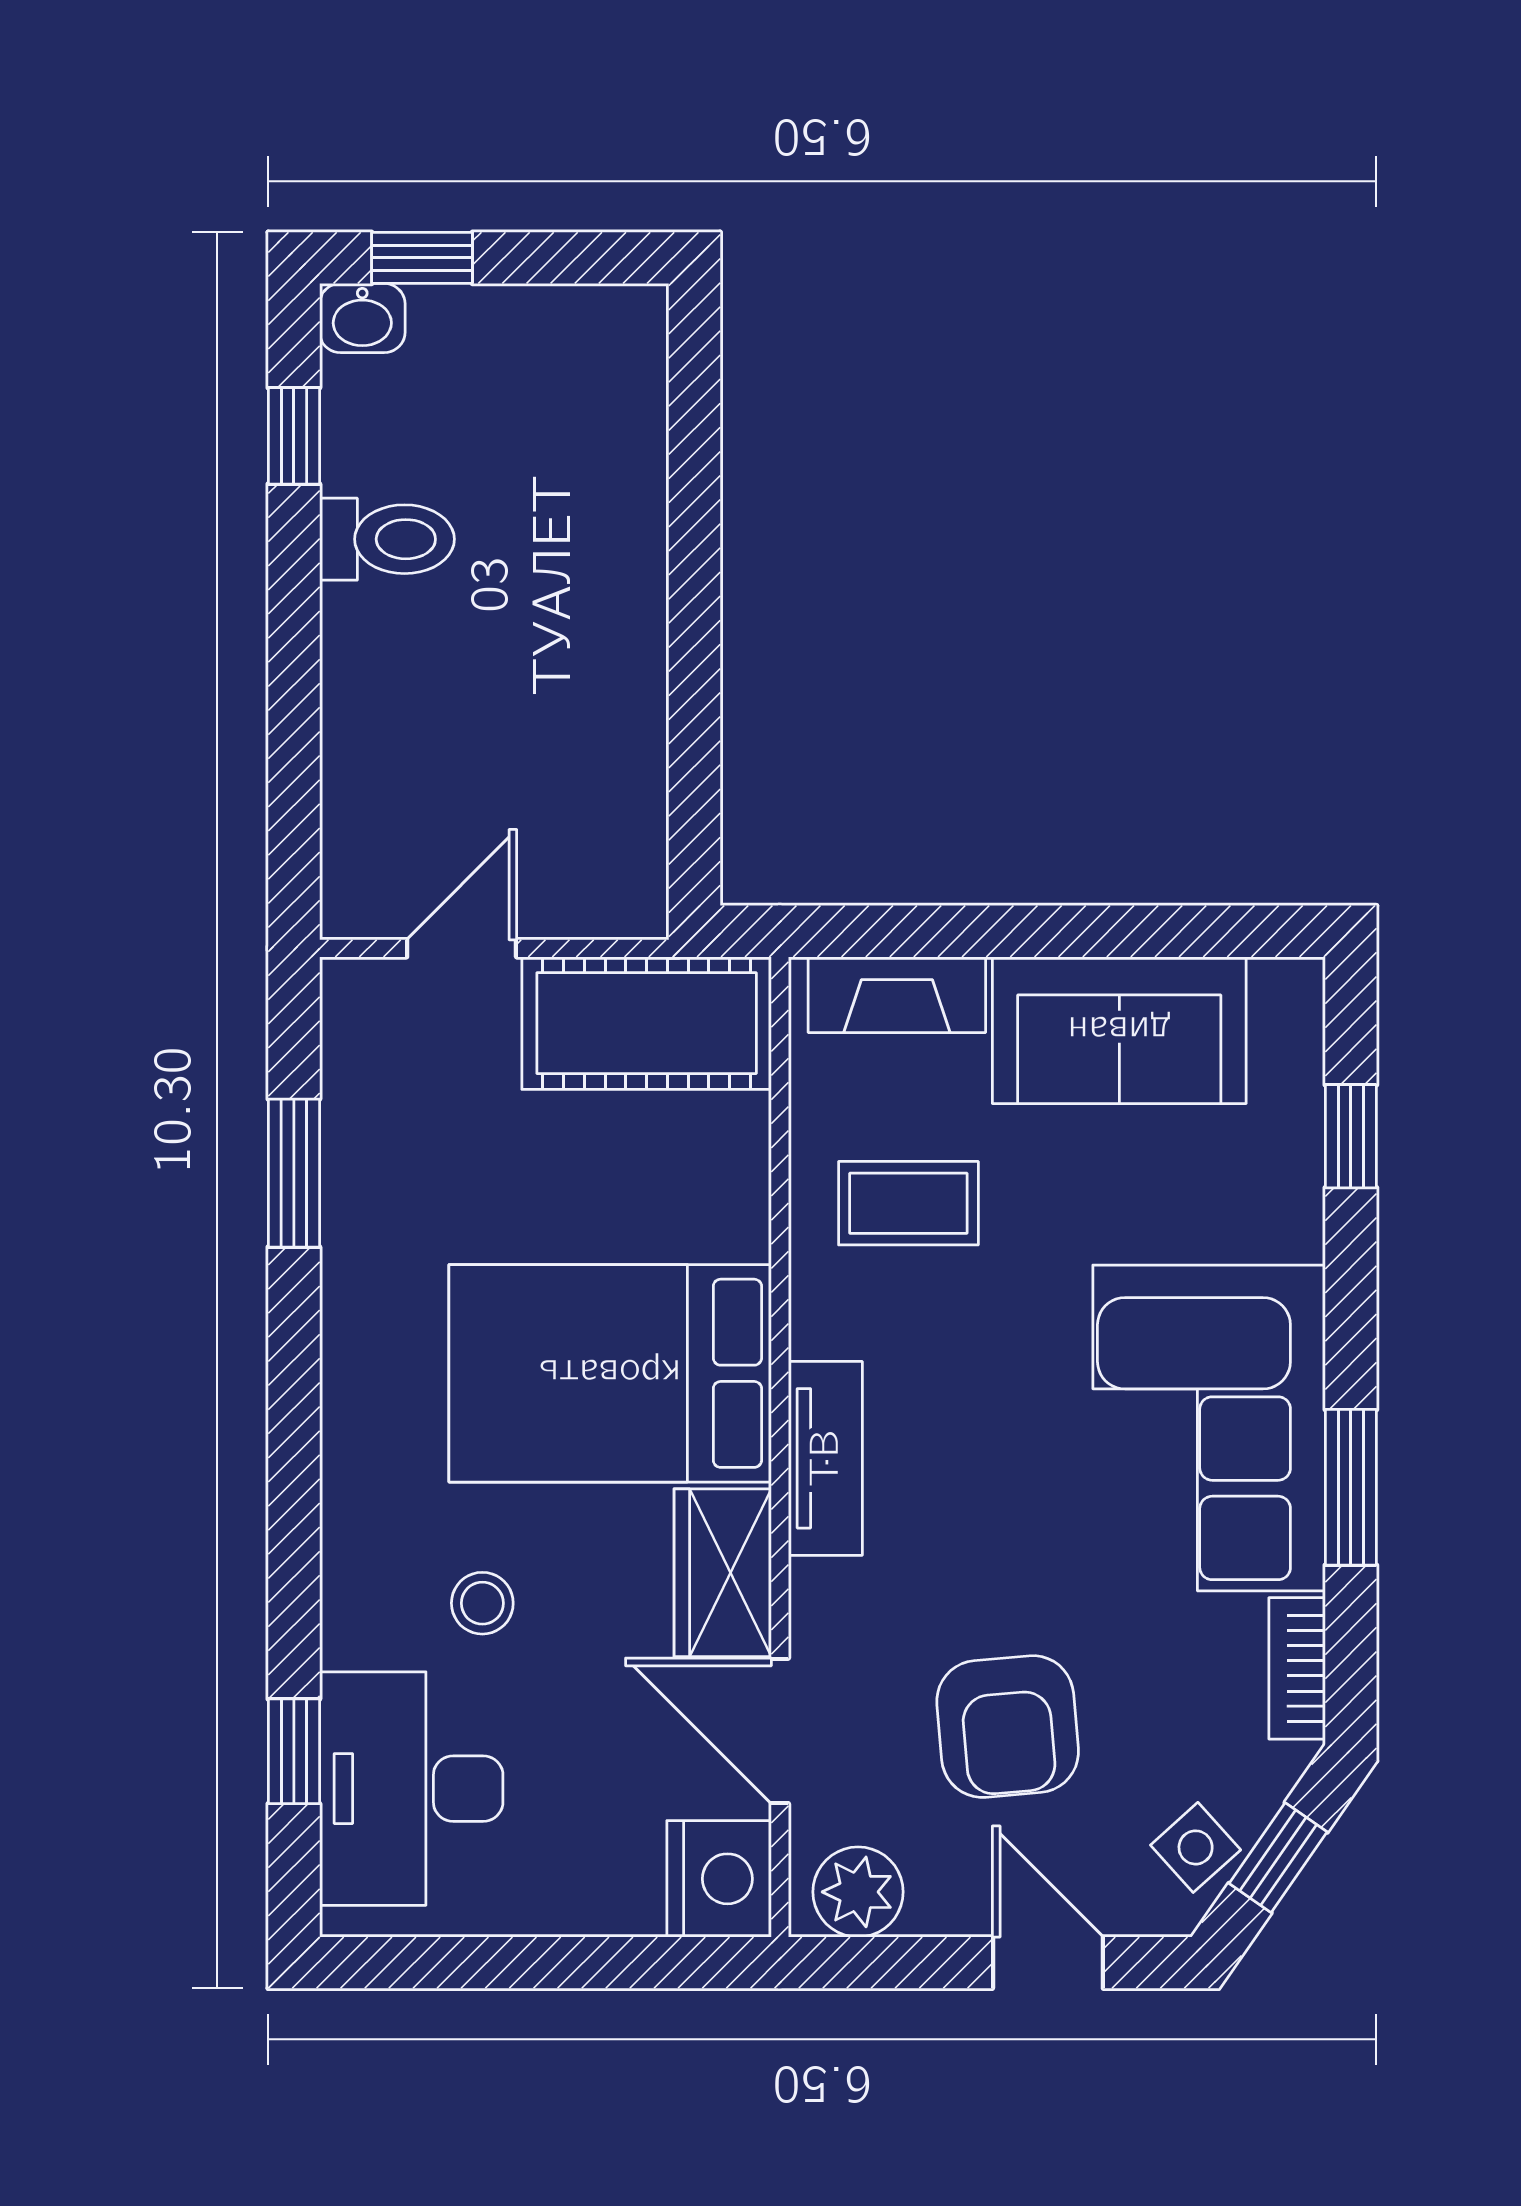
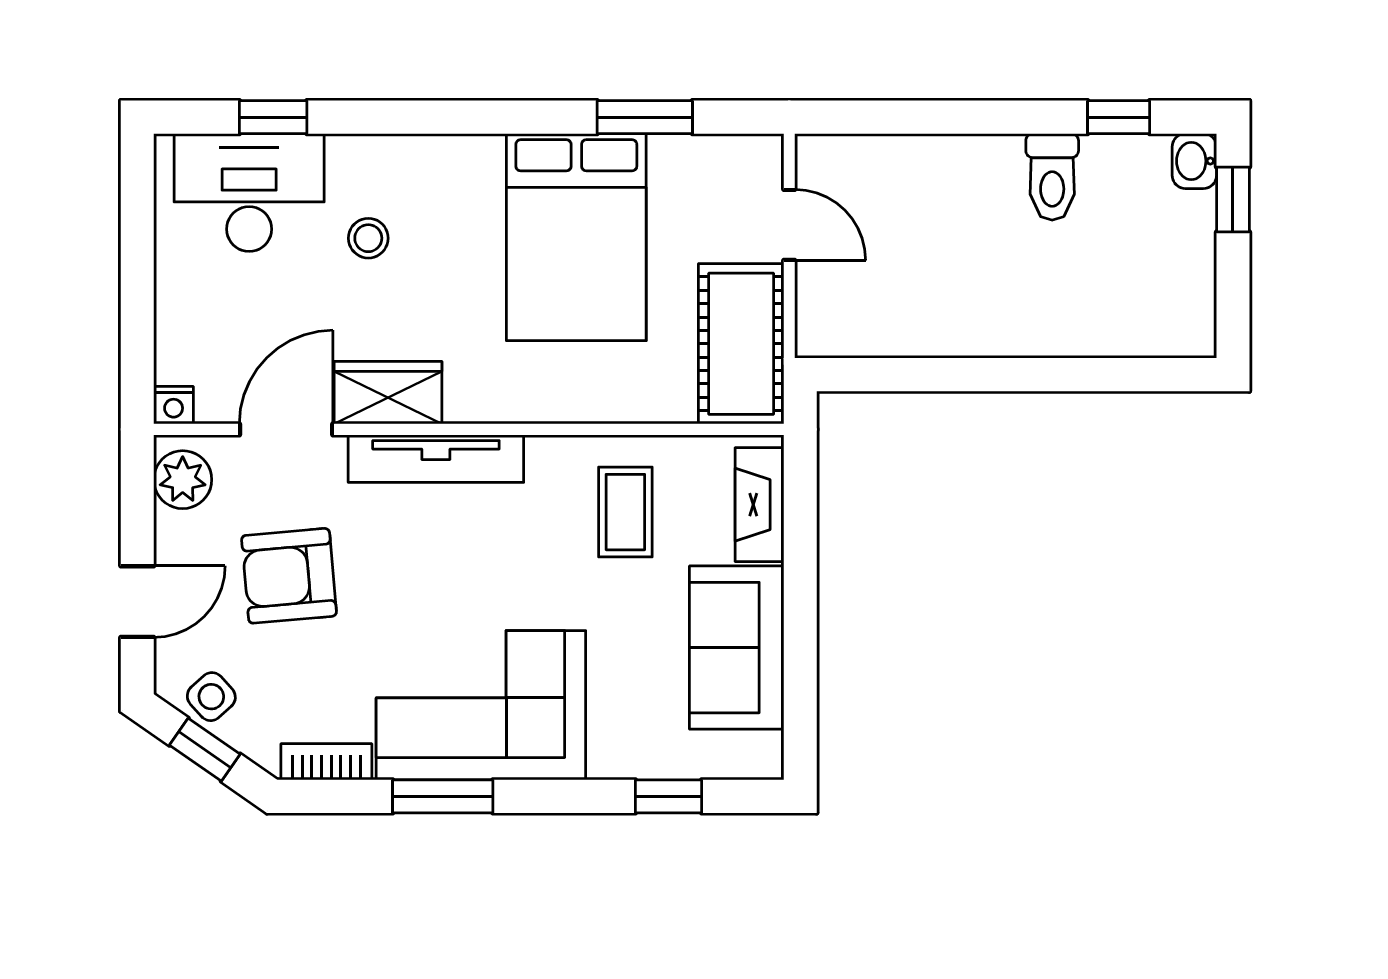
bed: (610, 1373) -> (576, 237), moved, turned 180
tv unit: (825, 1458) -> (436, 459), width x1.41
nightstand: (719, 1879) -> (174, 405), width x0.53, depth x0.56

